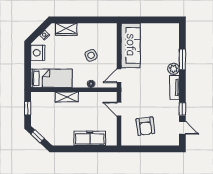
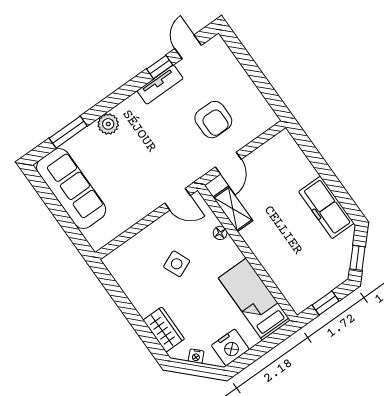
sofa: (131, 45) -> (71, 189), moved, turned 90
window: (182, 59) -> (68, 132), moved
tv unit: (175, 87) -> (160, 85), moved
shelving: (67, 97) -> (233, 209), moved
armchair: (145, 126) -> (213, 120), moved, turned 97
freezer: (90, 138) -> (326, 207), moved

